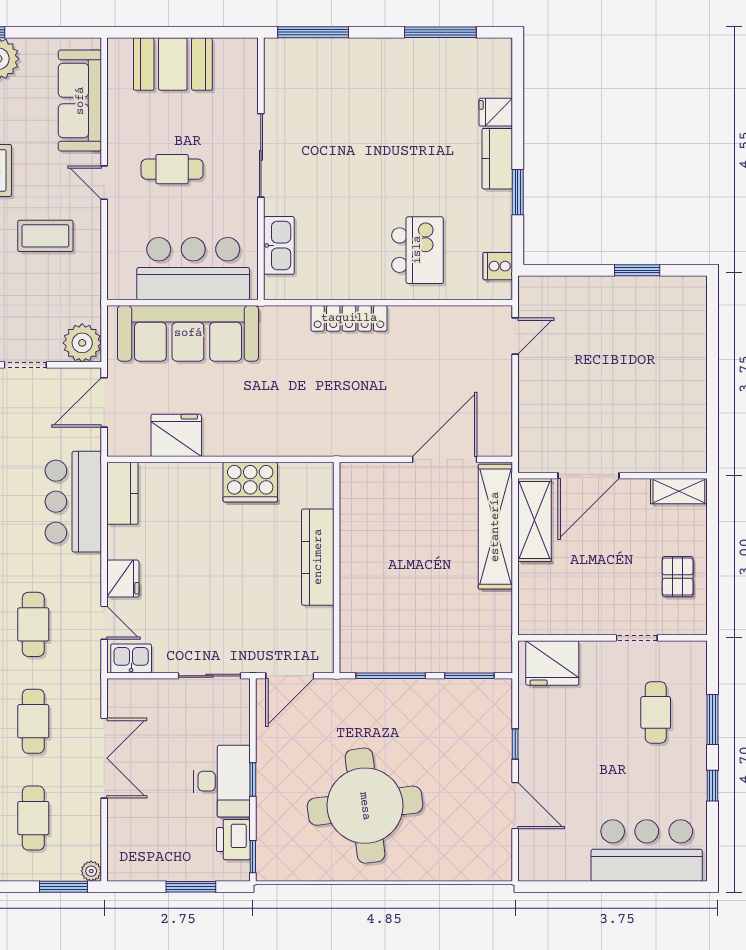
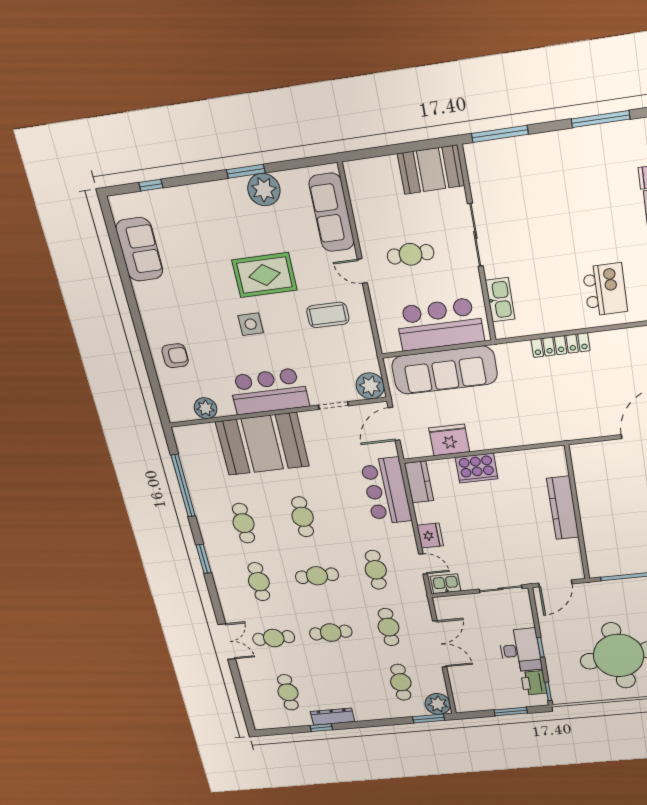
booth: (173, 64) -> (431, 170), moved
cooker: (250, 482) -> (477, 468), moved
plant: (91, 871) -> (438, 704), width x1.88, depth x1.88

